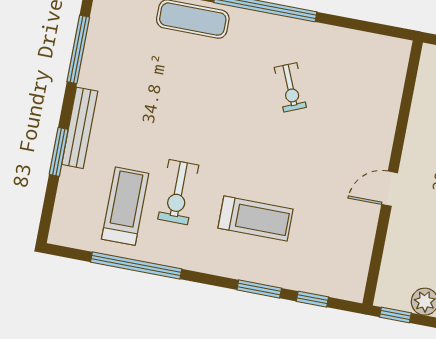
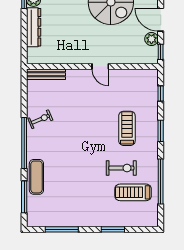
exercise bike: (290, 87) -> (40, 119), moved
bench: (80, 128) -> (46, 74), moved
window: (259, 289) -> (161, 131), moved

